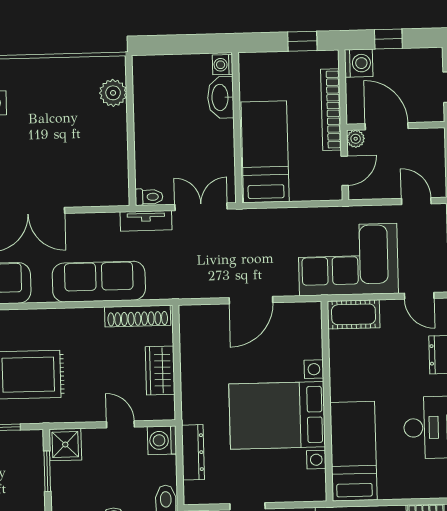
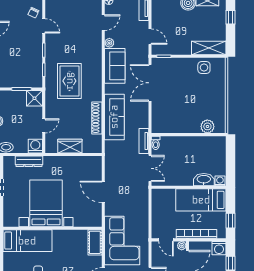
bed: (265, 152) -> (201, 200), moved, turned 180
shoe rack: (138, 316) -> (97, 118), moved

